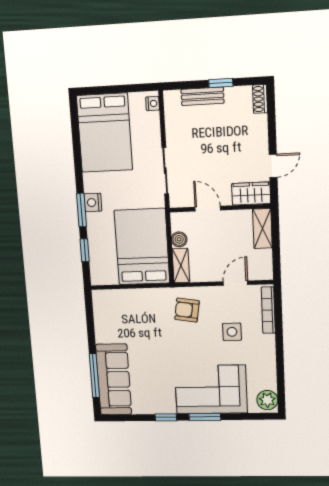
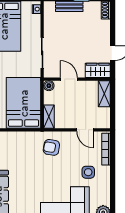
boiler: (179, 239) -> (49, 86), moved
door: (235, 283) -> (85, 130), swing flipped
side table: (232, 332) -> (88, 172), moved

